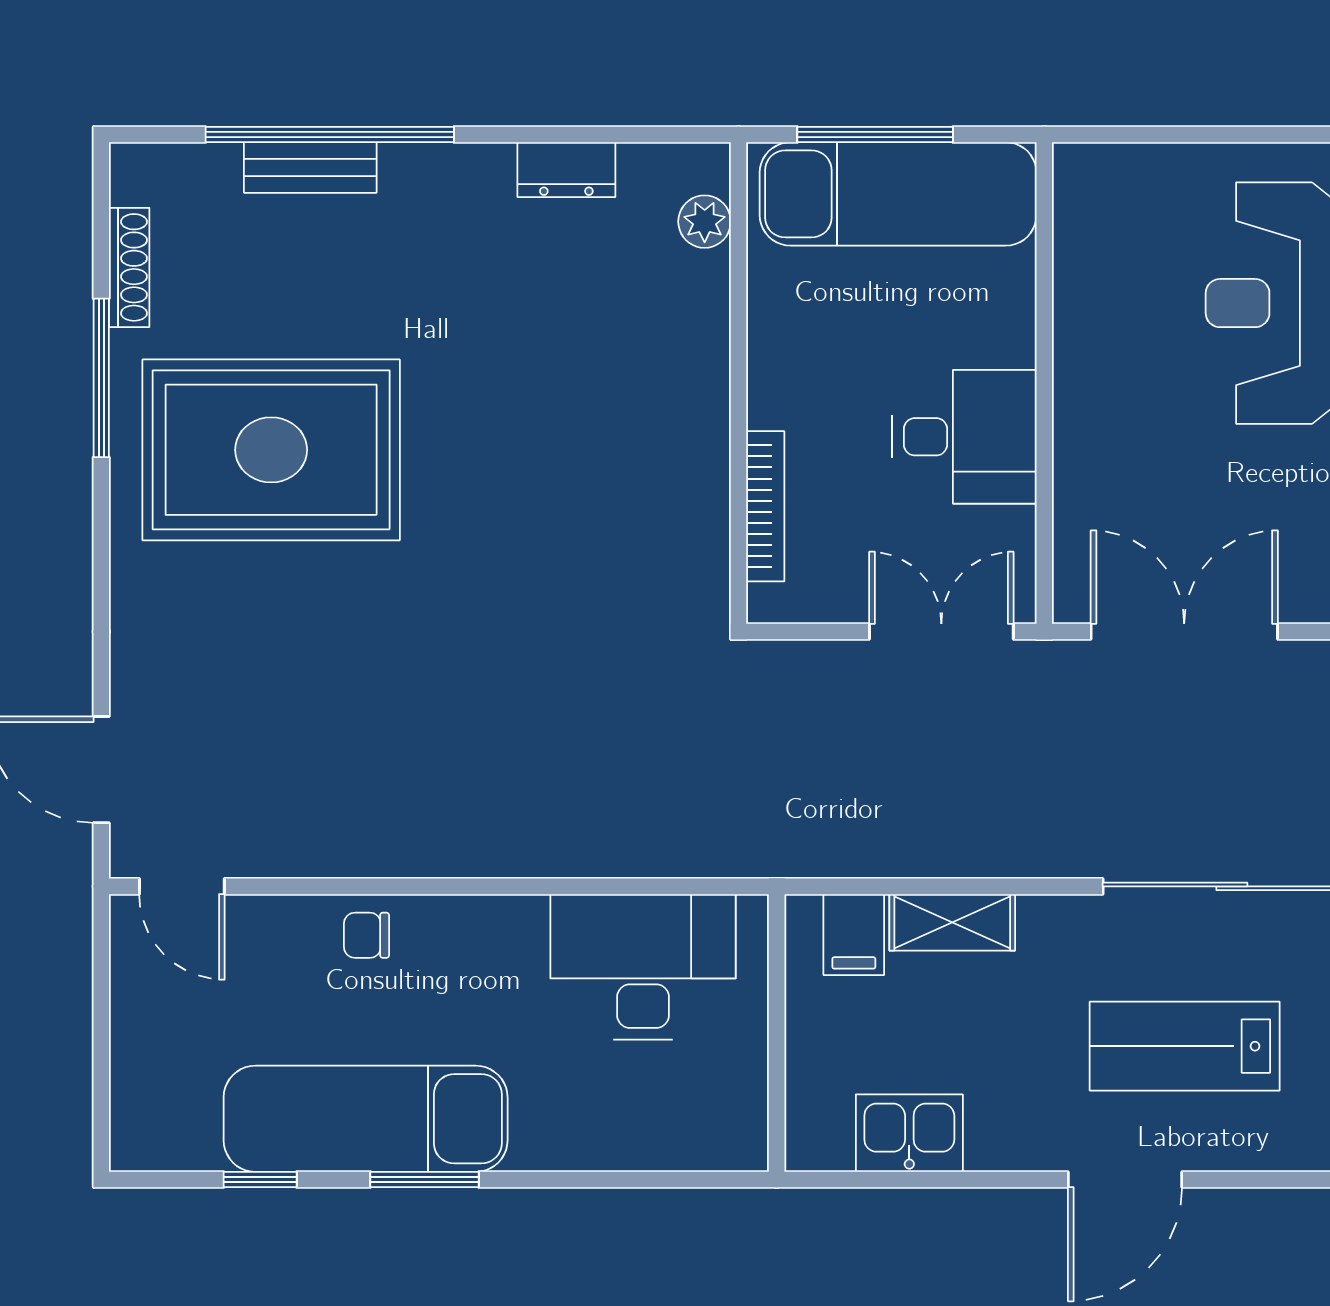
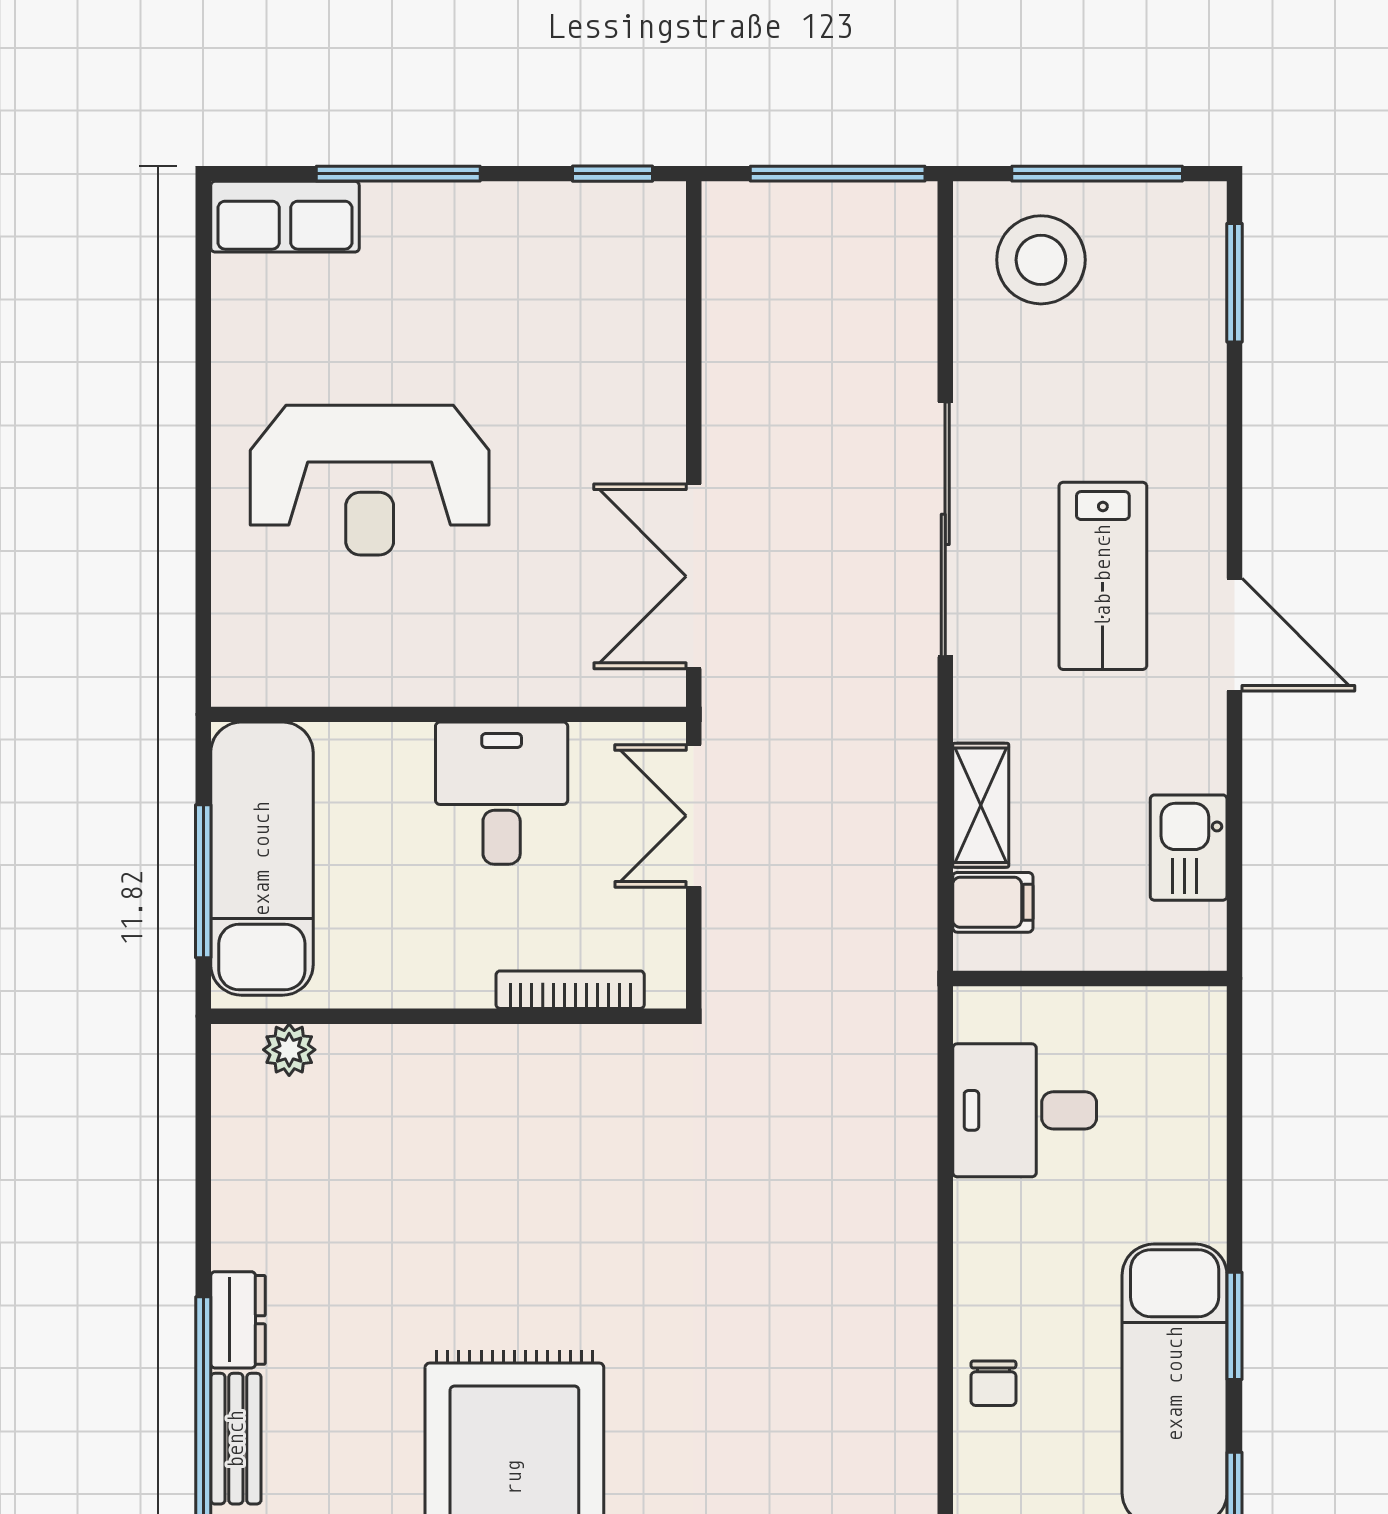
dresser: (566, 170) -> (238, 1320), moved
desk: (643, 967) -> (1025, 1110), width x0.73

